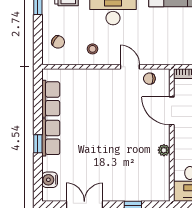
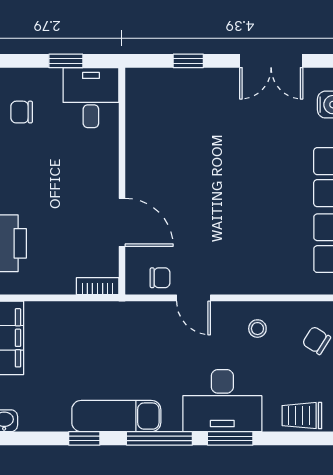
plant: (164, 150) -> (135, 155), removed

